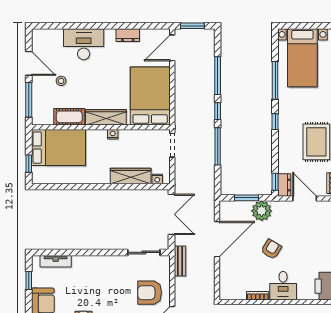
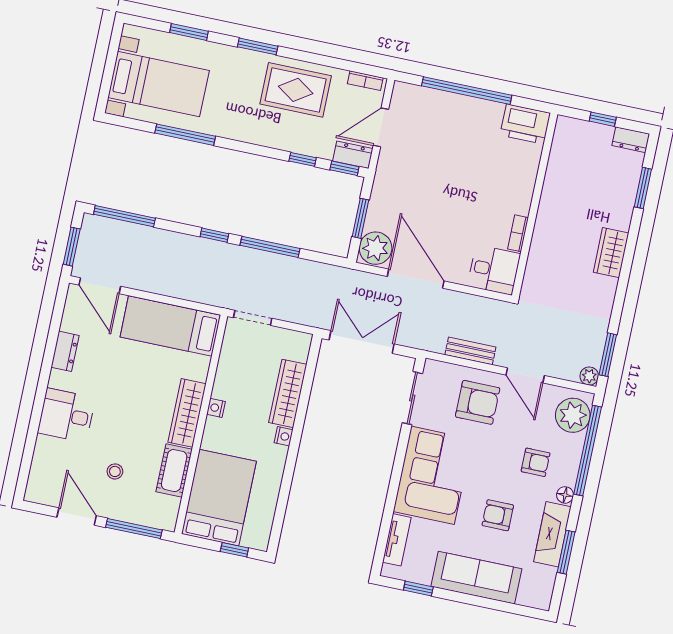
desk: (84, 44) -> (66, 415), width x0.73
door: (29, 63) -> (77, 517), hinge flipped
window: (218, 76) -> (124, 216), moved
bed: (150, 96) -> (170, 326), width x0.67
window: (275, 122) -> (303, 159), moved
nightstand: (157, 179) -> (284, 436), moved
plant: (262, 211) -> (376, 248), moved
armchair: (271, 249) -> (449, 197), removed
bench: (180, 261) -> (470, 351), moved
corner sofa: (99, 275) -> (433, 475), added
desk: (283, 286) -> (494, 270), moved
armchair: (150, 293) -> (478, 402), turned -90

